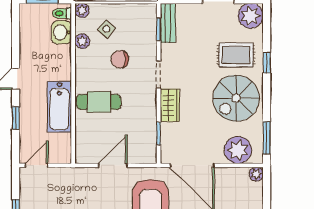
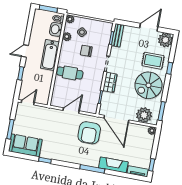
bathtub: (59, 107) -> (50, 55), moved

